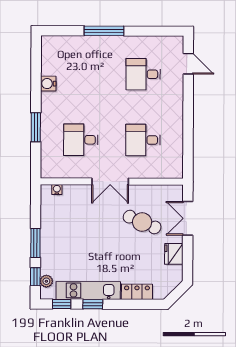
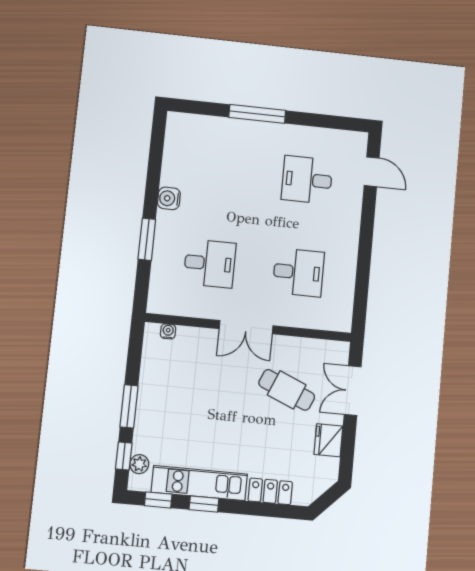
water cooler: (48, 84) -> (169, 198), moved
desk: (81, 140) -> (210, 263), turned 180
desk: (143, 140) -> (298, 272), turned 180

